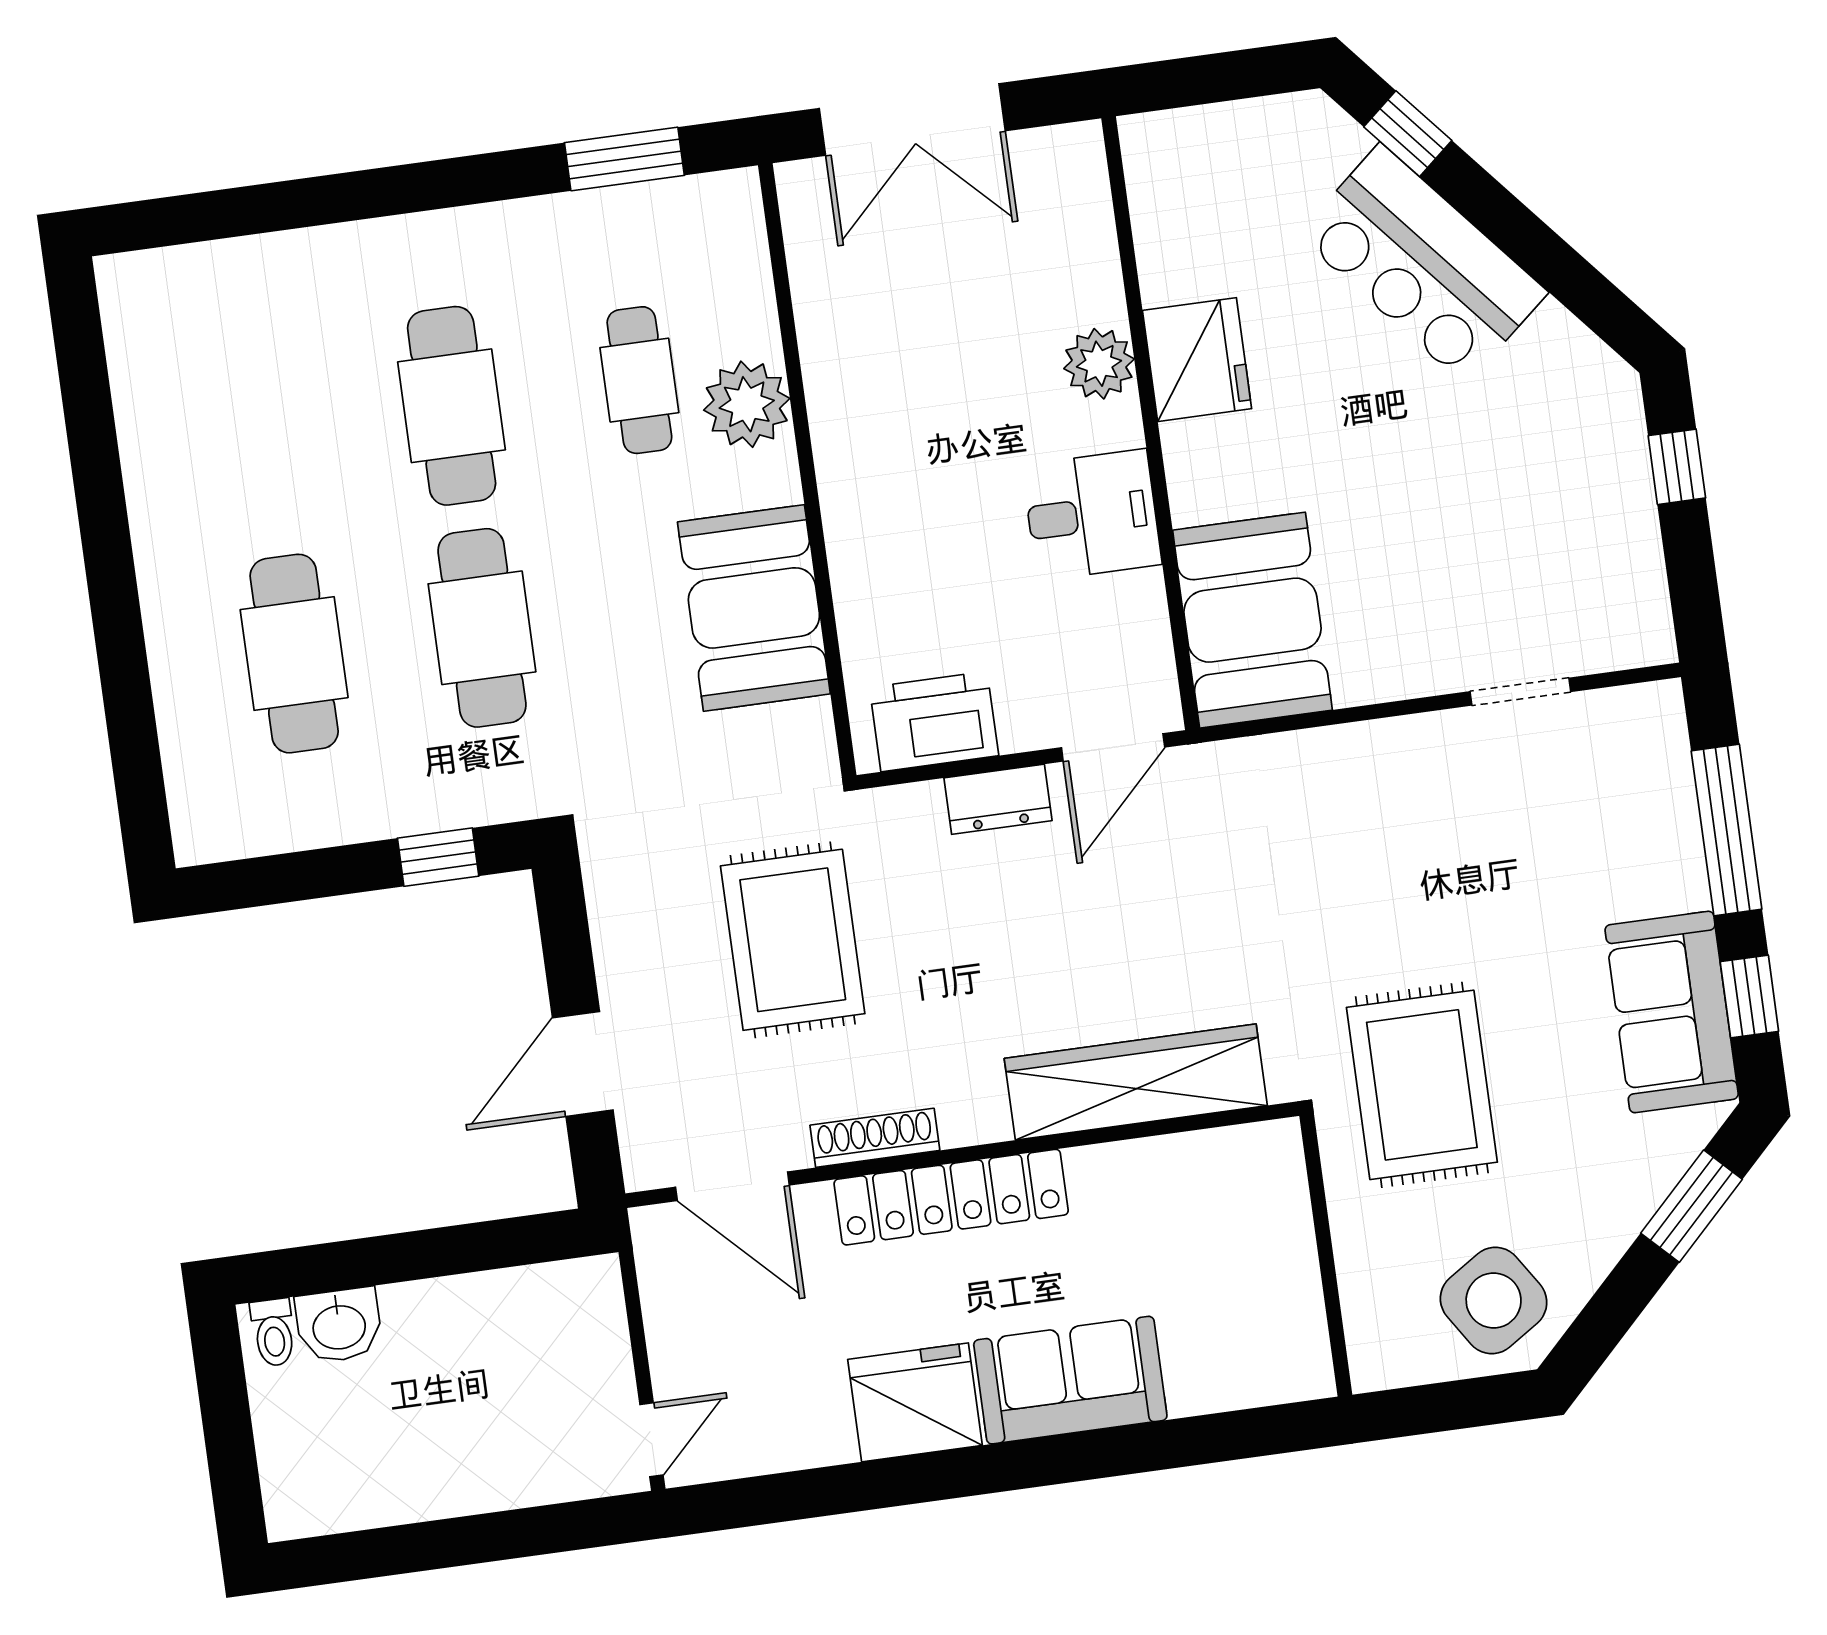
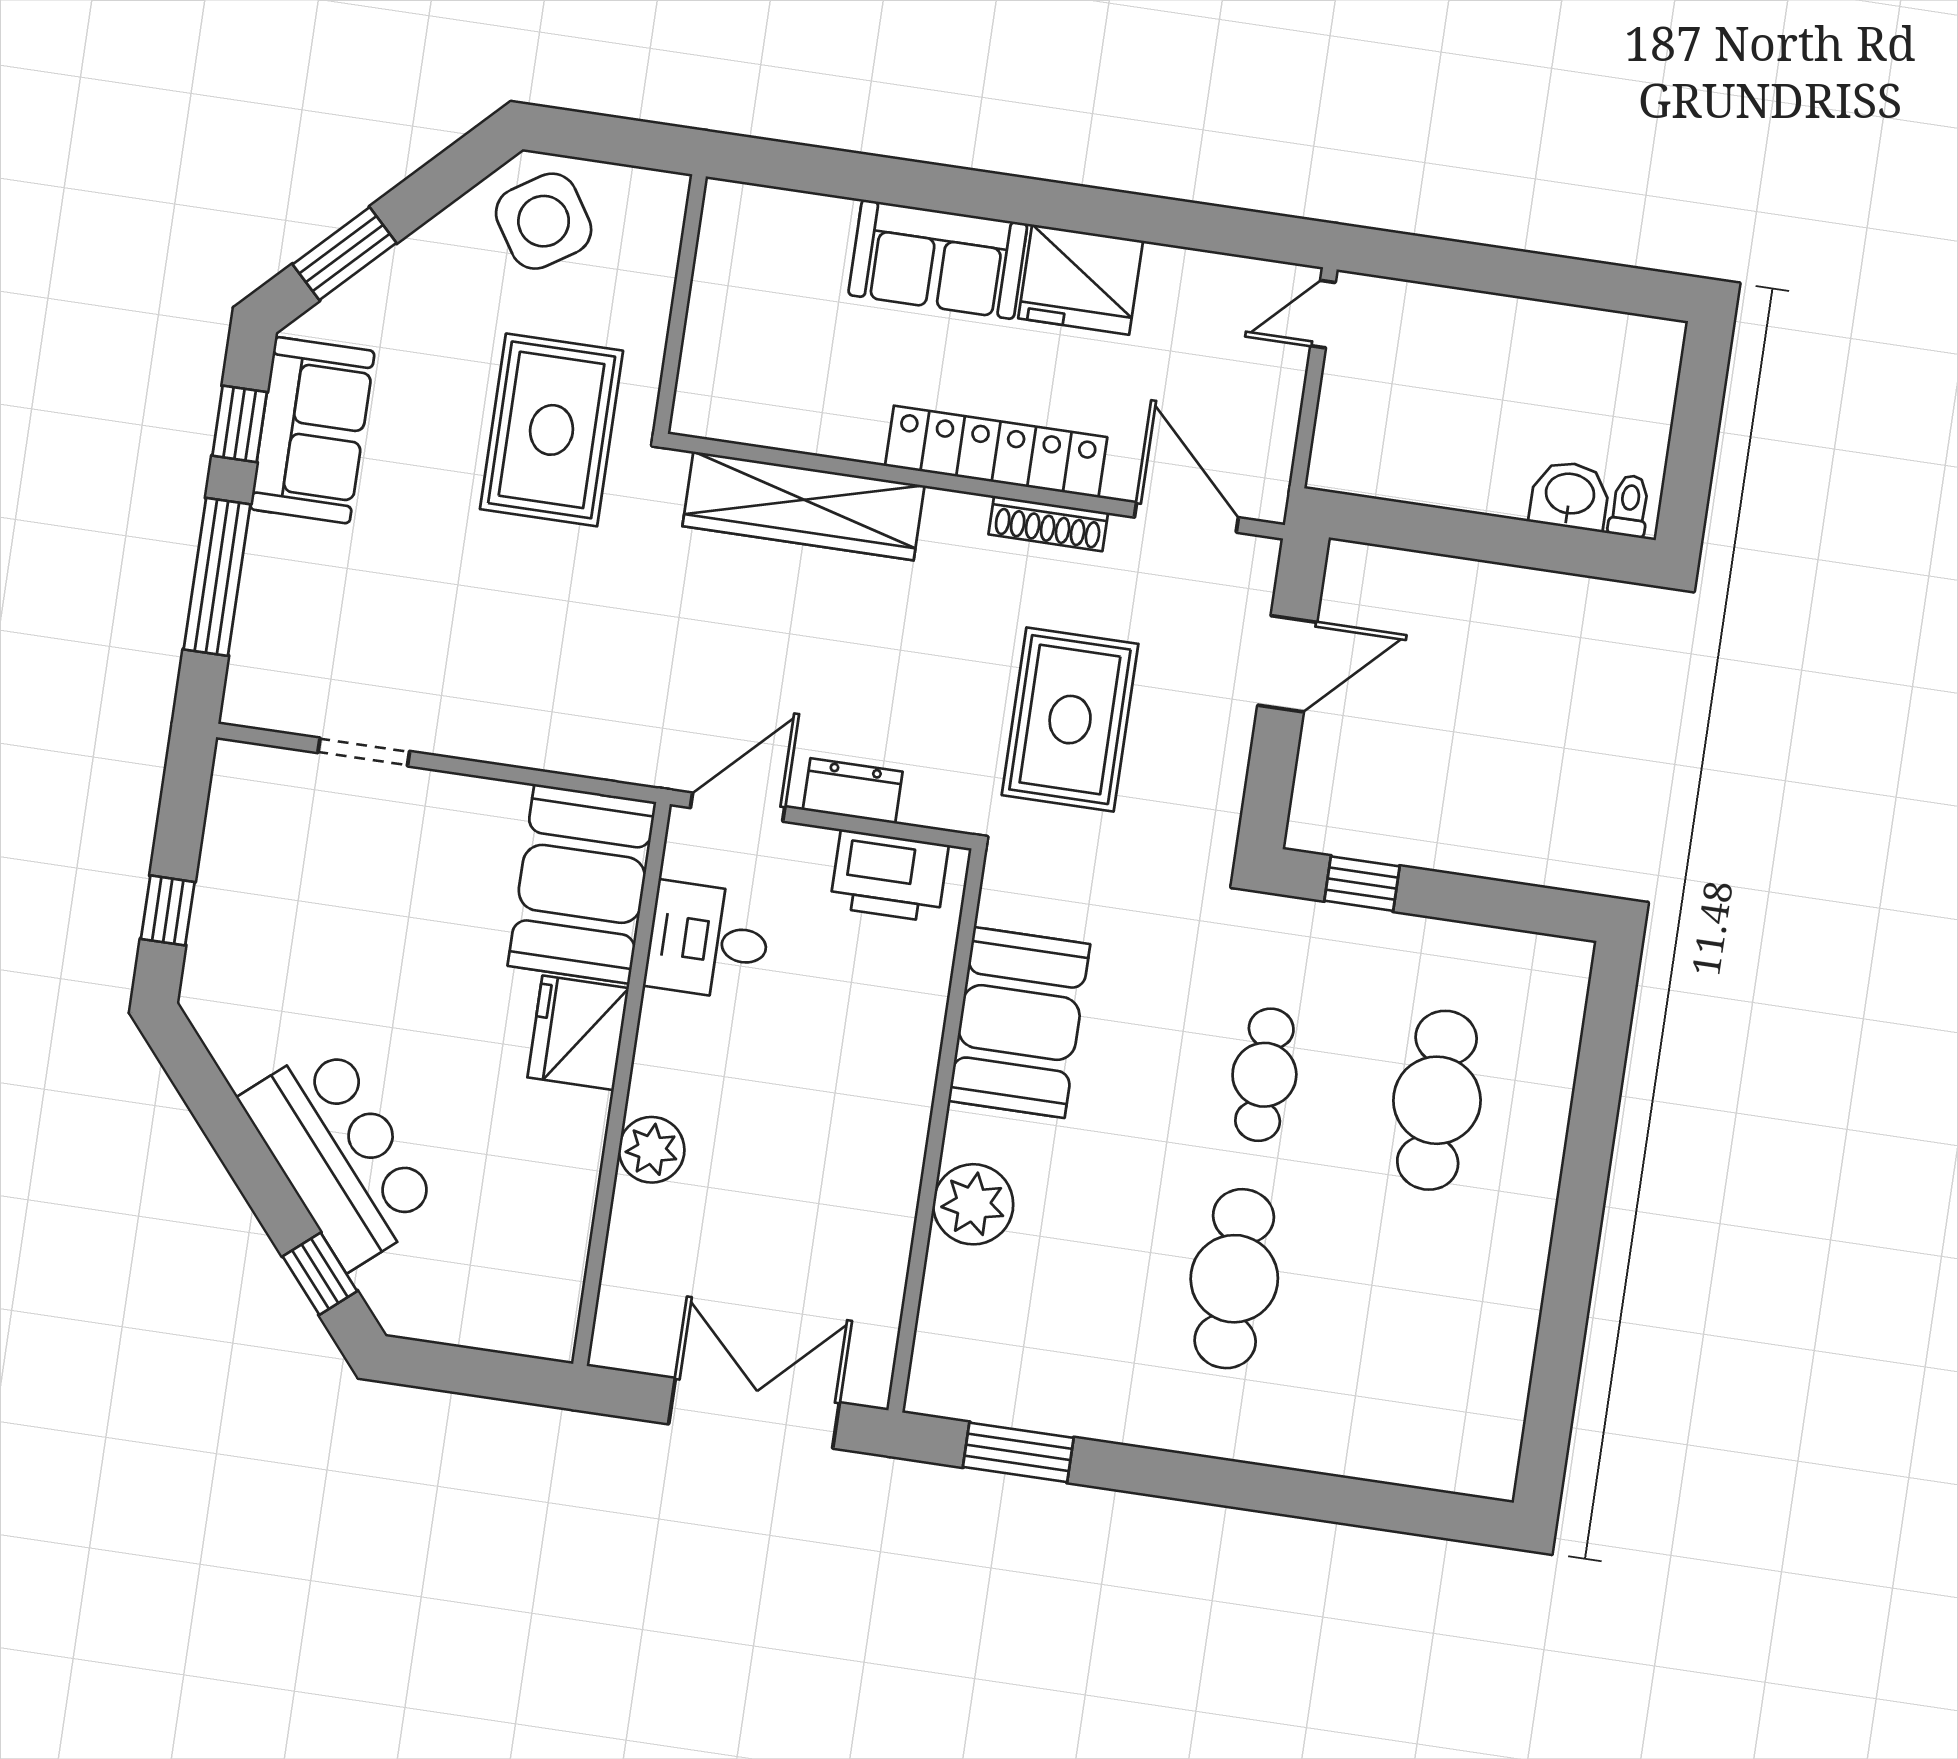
fridge: (1197, 360) -> (578, 1033), moved
cafe table: (639, 380) -> (1062, 1253), removed
desk: (1092, 515) -> (708, 941), moved
cafe table: (482, 628) -> (1264, 1075), width x0.73, depth x0.74

